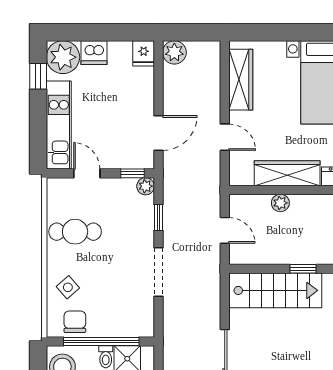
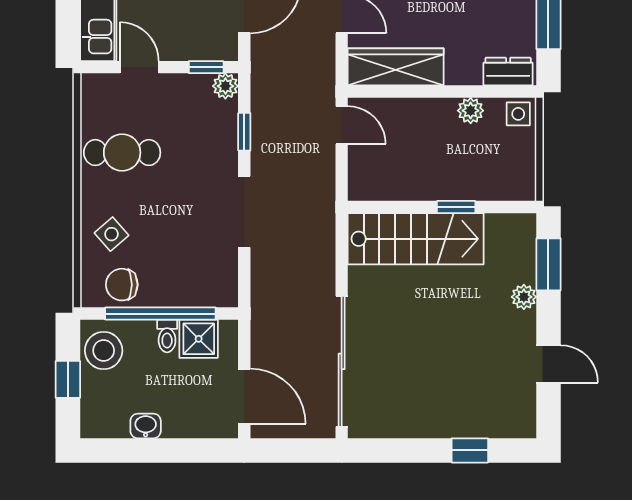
wardrobe: (287, 173) -> (396, 67), moved
plant: (280, 203) -> (471, 111), moved
door: (225, 230) -> (342, 125), moved
chair: (75, 322) -> (122, 285), turned -90

